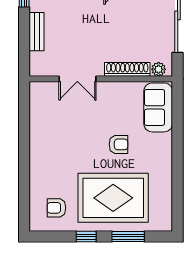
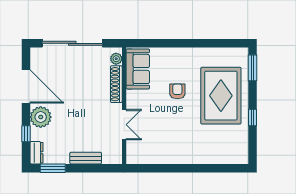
sofa: (158, 107) -> (138, 69), moved, turned -90
armchair: (56, 208) -> (229, 142), removed
window: (128, 237) -> (252, 68), moved

